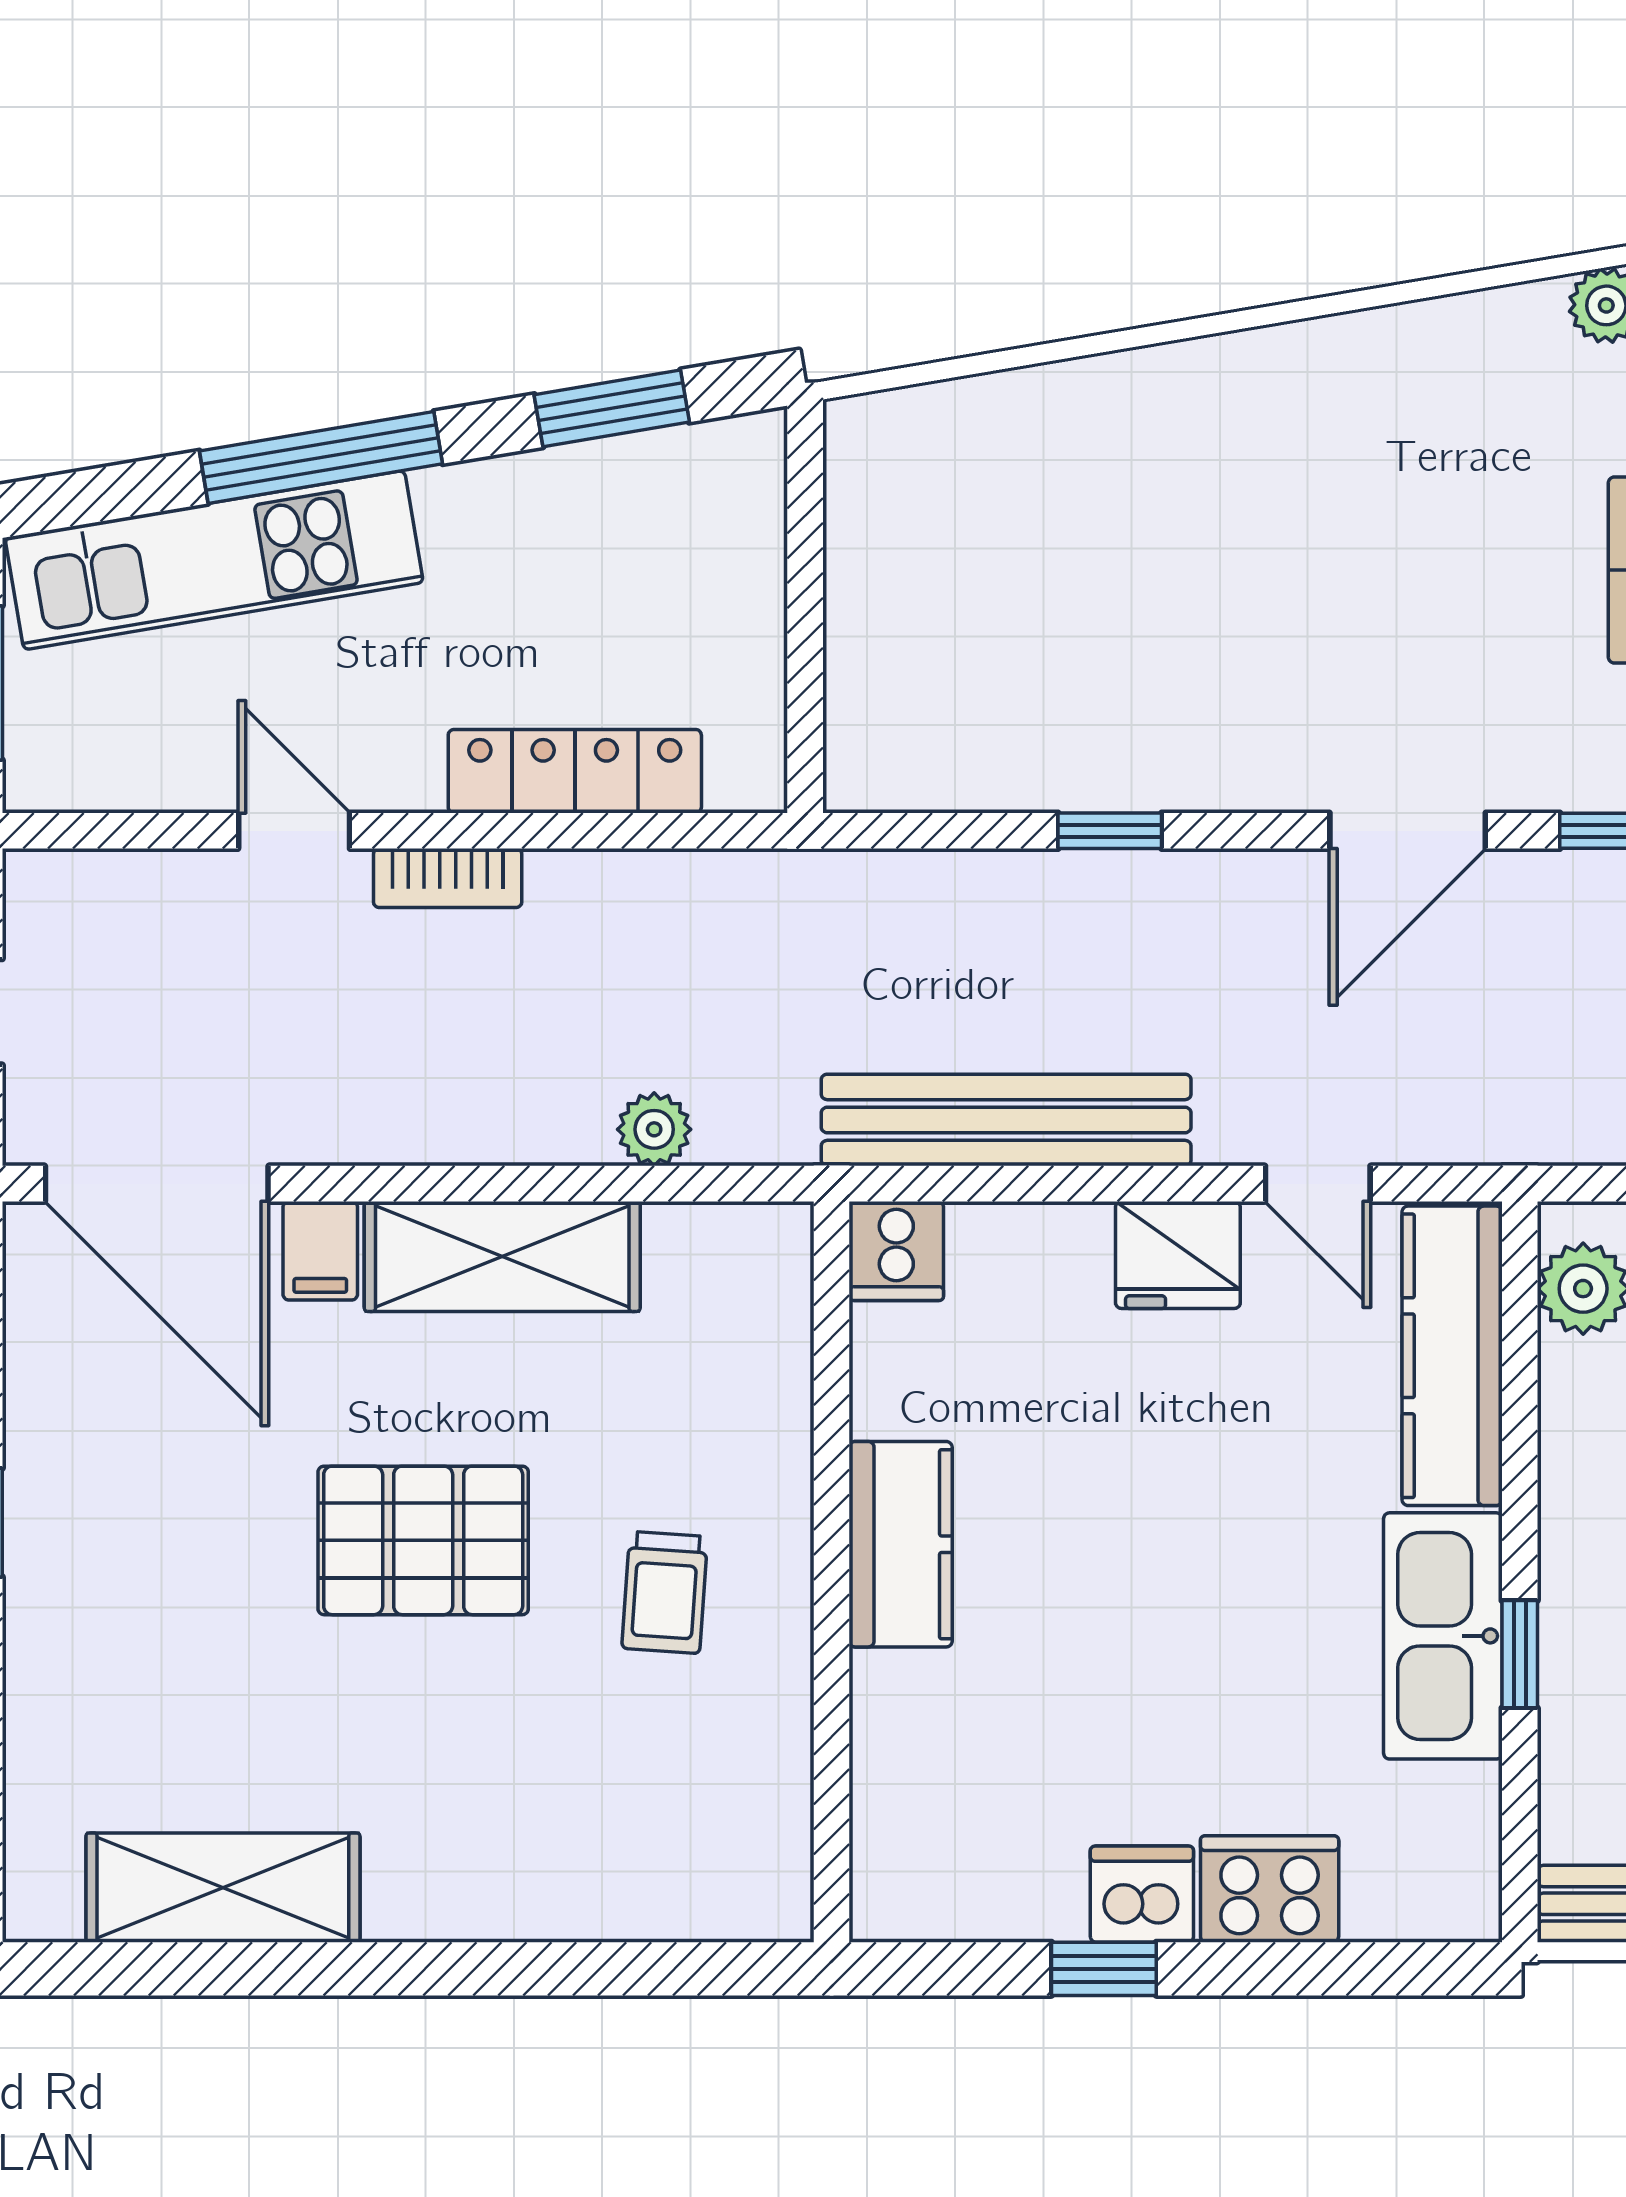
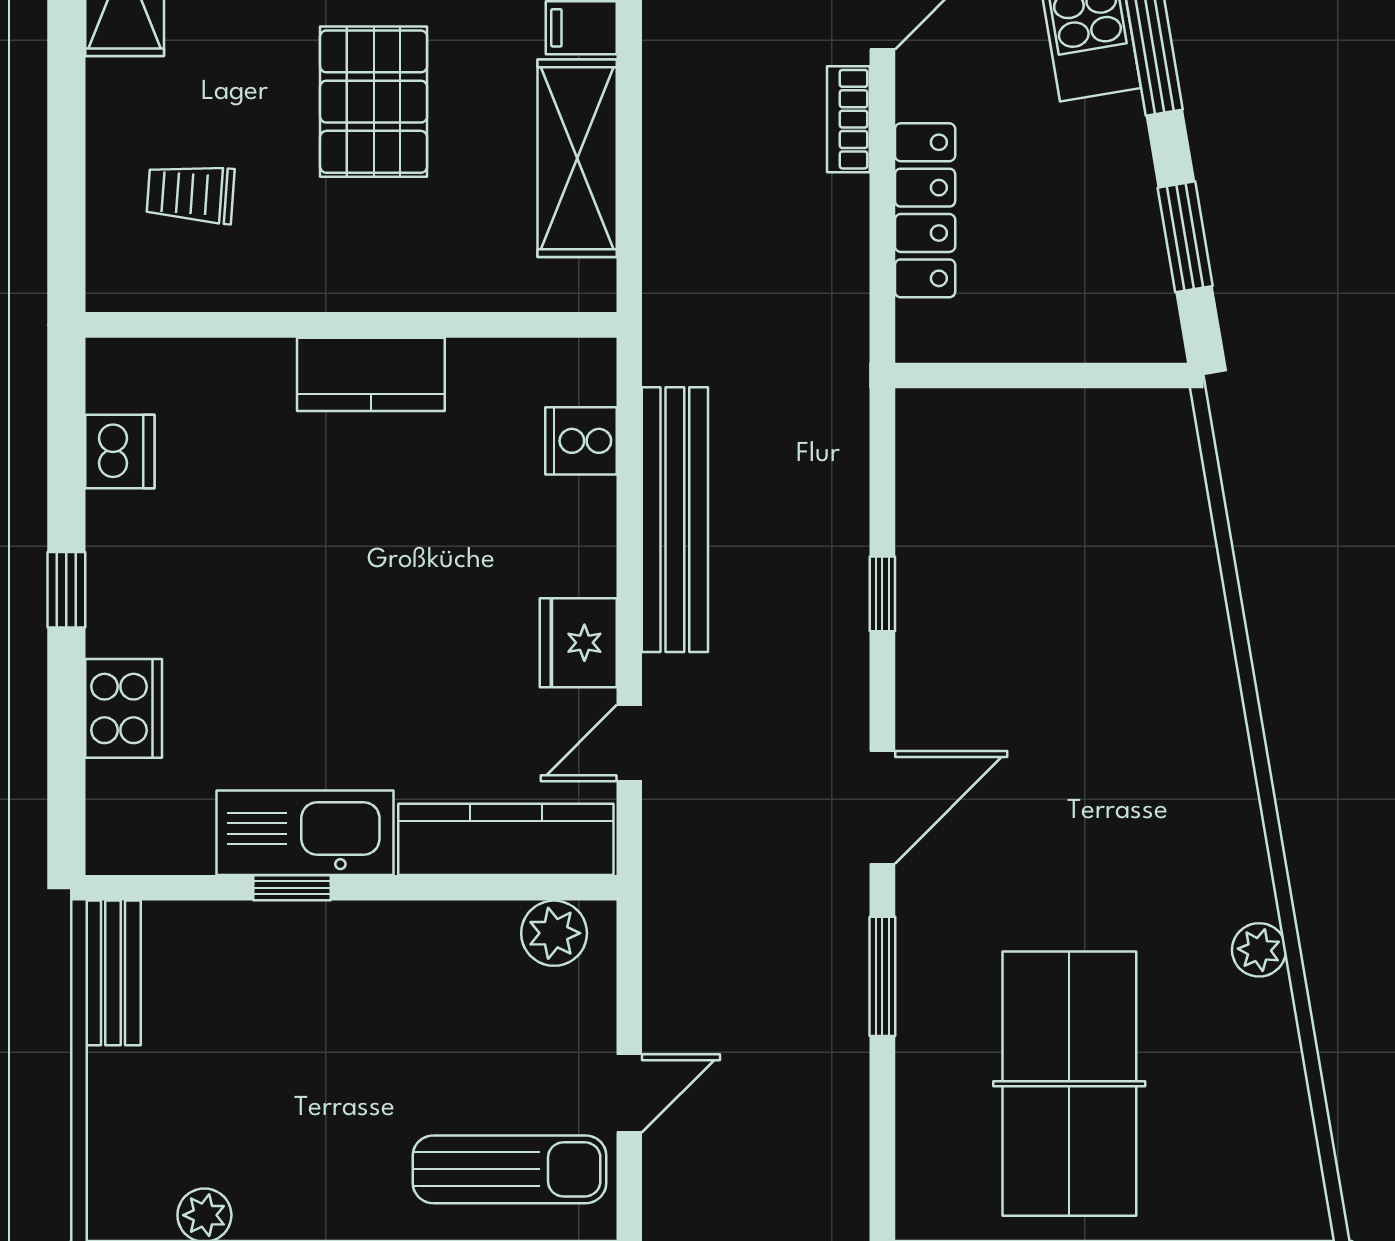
door: (1408, 831) -> (882, 807), swing flipped
plant: (654, 1129) -> (668, 267), removed
kitchen counter: (901, 1544) -> (371, 374), moved
wall: (832, 1572) -> (351, 325), moved
trolley: (665, 1592) -> (190, 194), moved
dishwasher: (1142, 1894) -> (120, 451), moved

